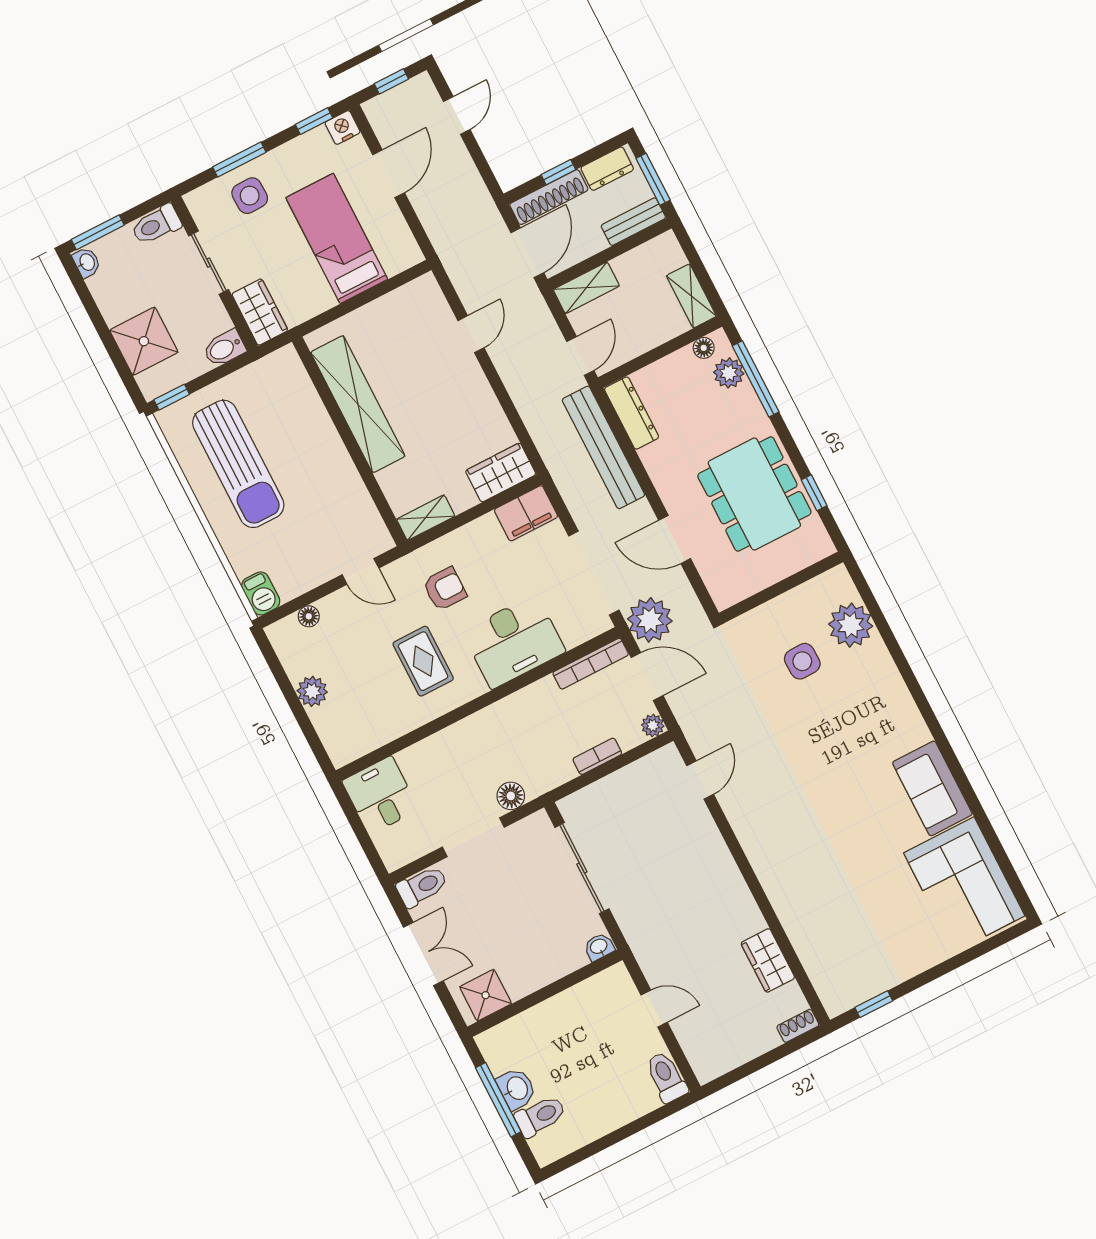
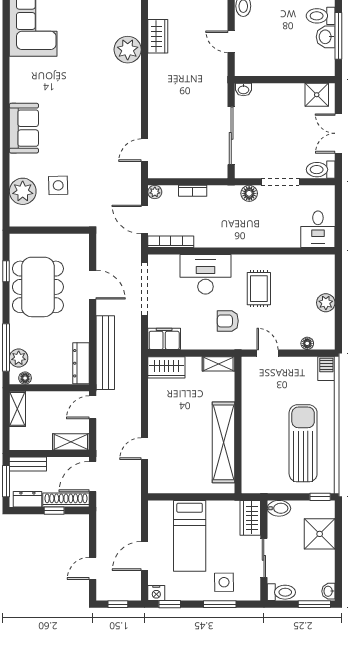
plant: (650, 620) -> (128, 50), moved
sofa: (932, 788) -> (24, 128), moved

